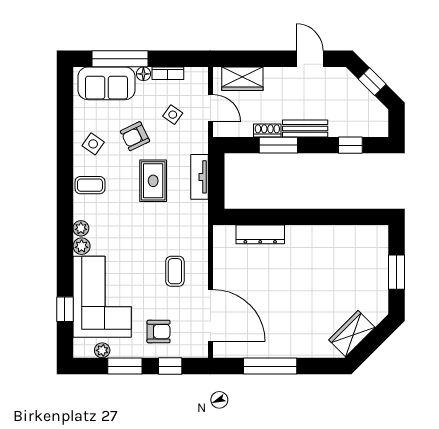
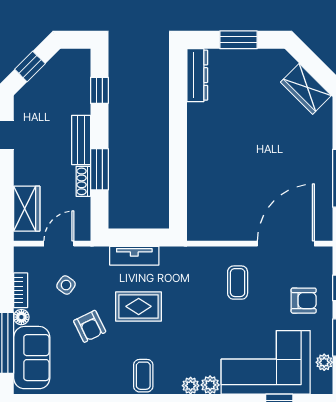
side table: (93, 144) -> (98, 372), removed
dresser: (260, 234) -> (197, 75), moved
coffee table: (175, 271) -> (238, 283), turned 90
armchair: (159, 332) -> (304, 301), turned 90

